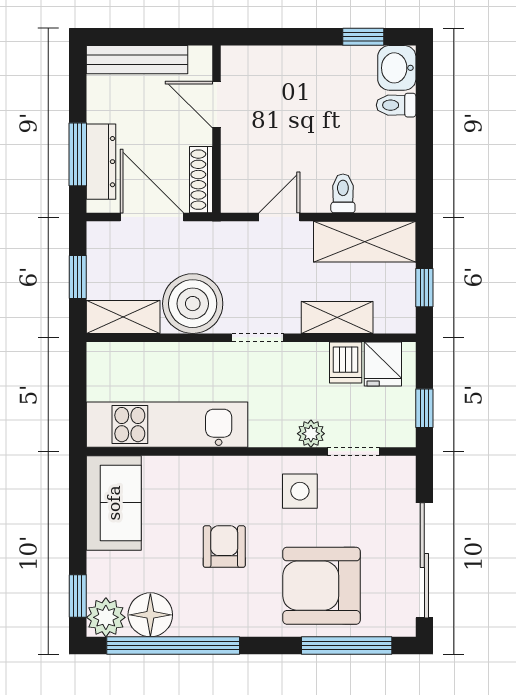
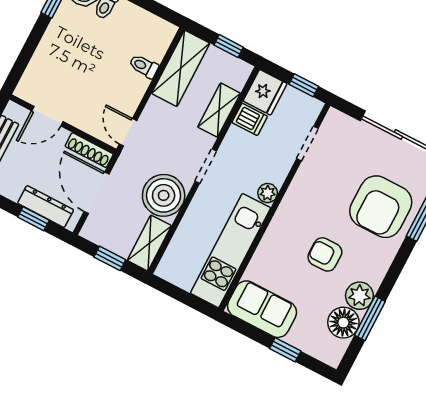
window: (78, 154) -> (33, 219), width x0.67
door: (152, 217) -> (97, 193), hinge flipped
door: (279, 217) -> (128, 132), moved
fridge: (383, 364) -> (265, 92), width x1.38
plant: (311, 434) -> (268, 193), moved
side table: (300, 491) -> (315, 189), removed
window: (78, 596) -> (285, 350), moved
plant: (106, 617) -> (359, 296), moved
window: (173, 646) -> (370, 318), width x0.47

